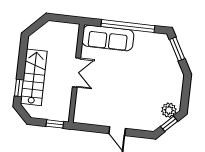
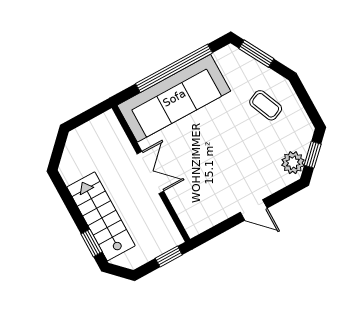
sofa: (108, 38) -> (174, 98), width x1.36, depth x1.27
coffee table: (163, 80) -> (266, 105), added
plant: (169, 110) -> (293, 163), moved

